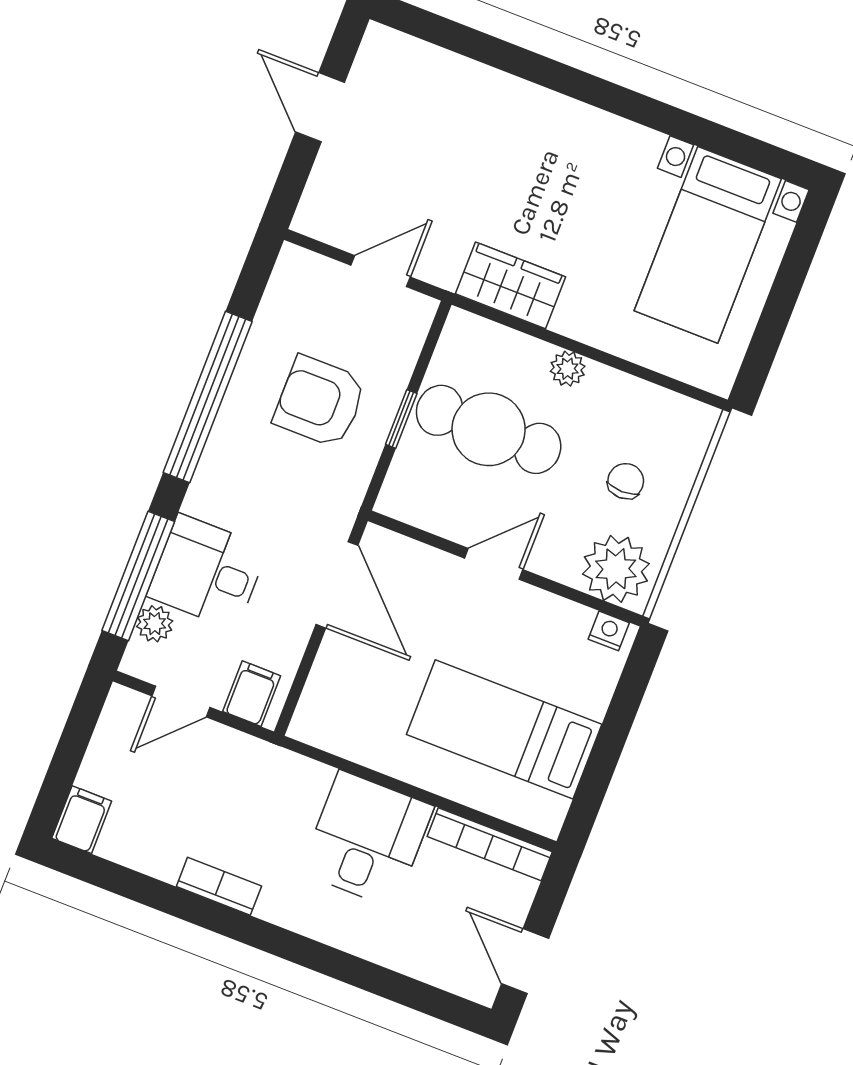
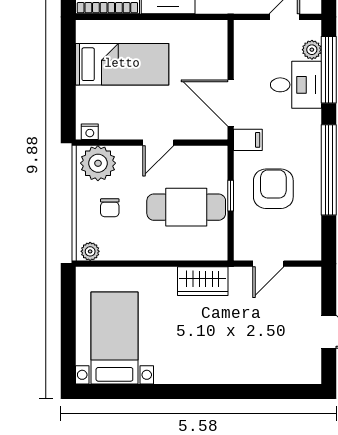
plant: (568, 369) -> (90, 251), moved
armchair: (320, 402) -> (273, 189), turned -90
filing cabinet: (252, 694) -> (248, 140), moved, turned -90

